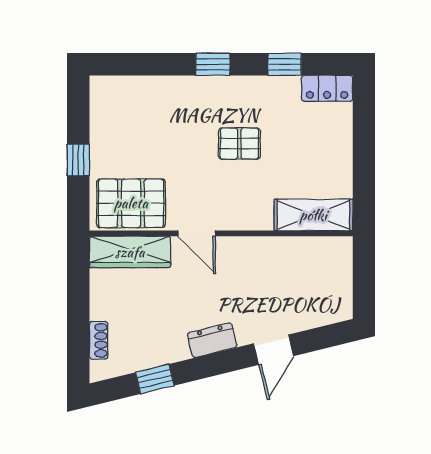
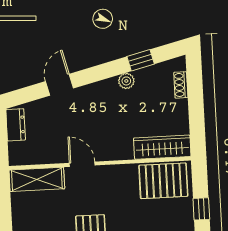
door: (197, 233) -> (82, 164), moved
dresser: (212, 340) -> (16, 125), moved, turned -76
plant: (177, 350) -> (126, 81), added

